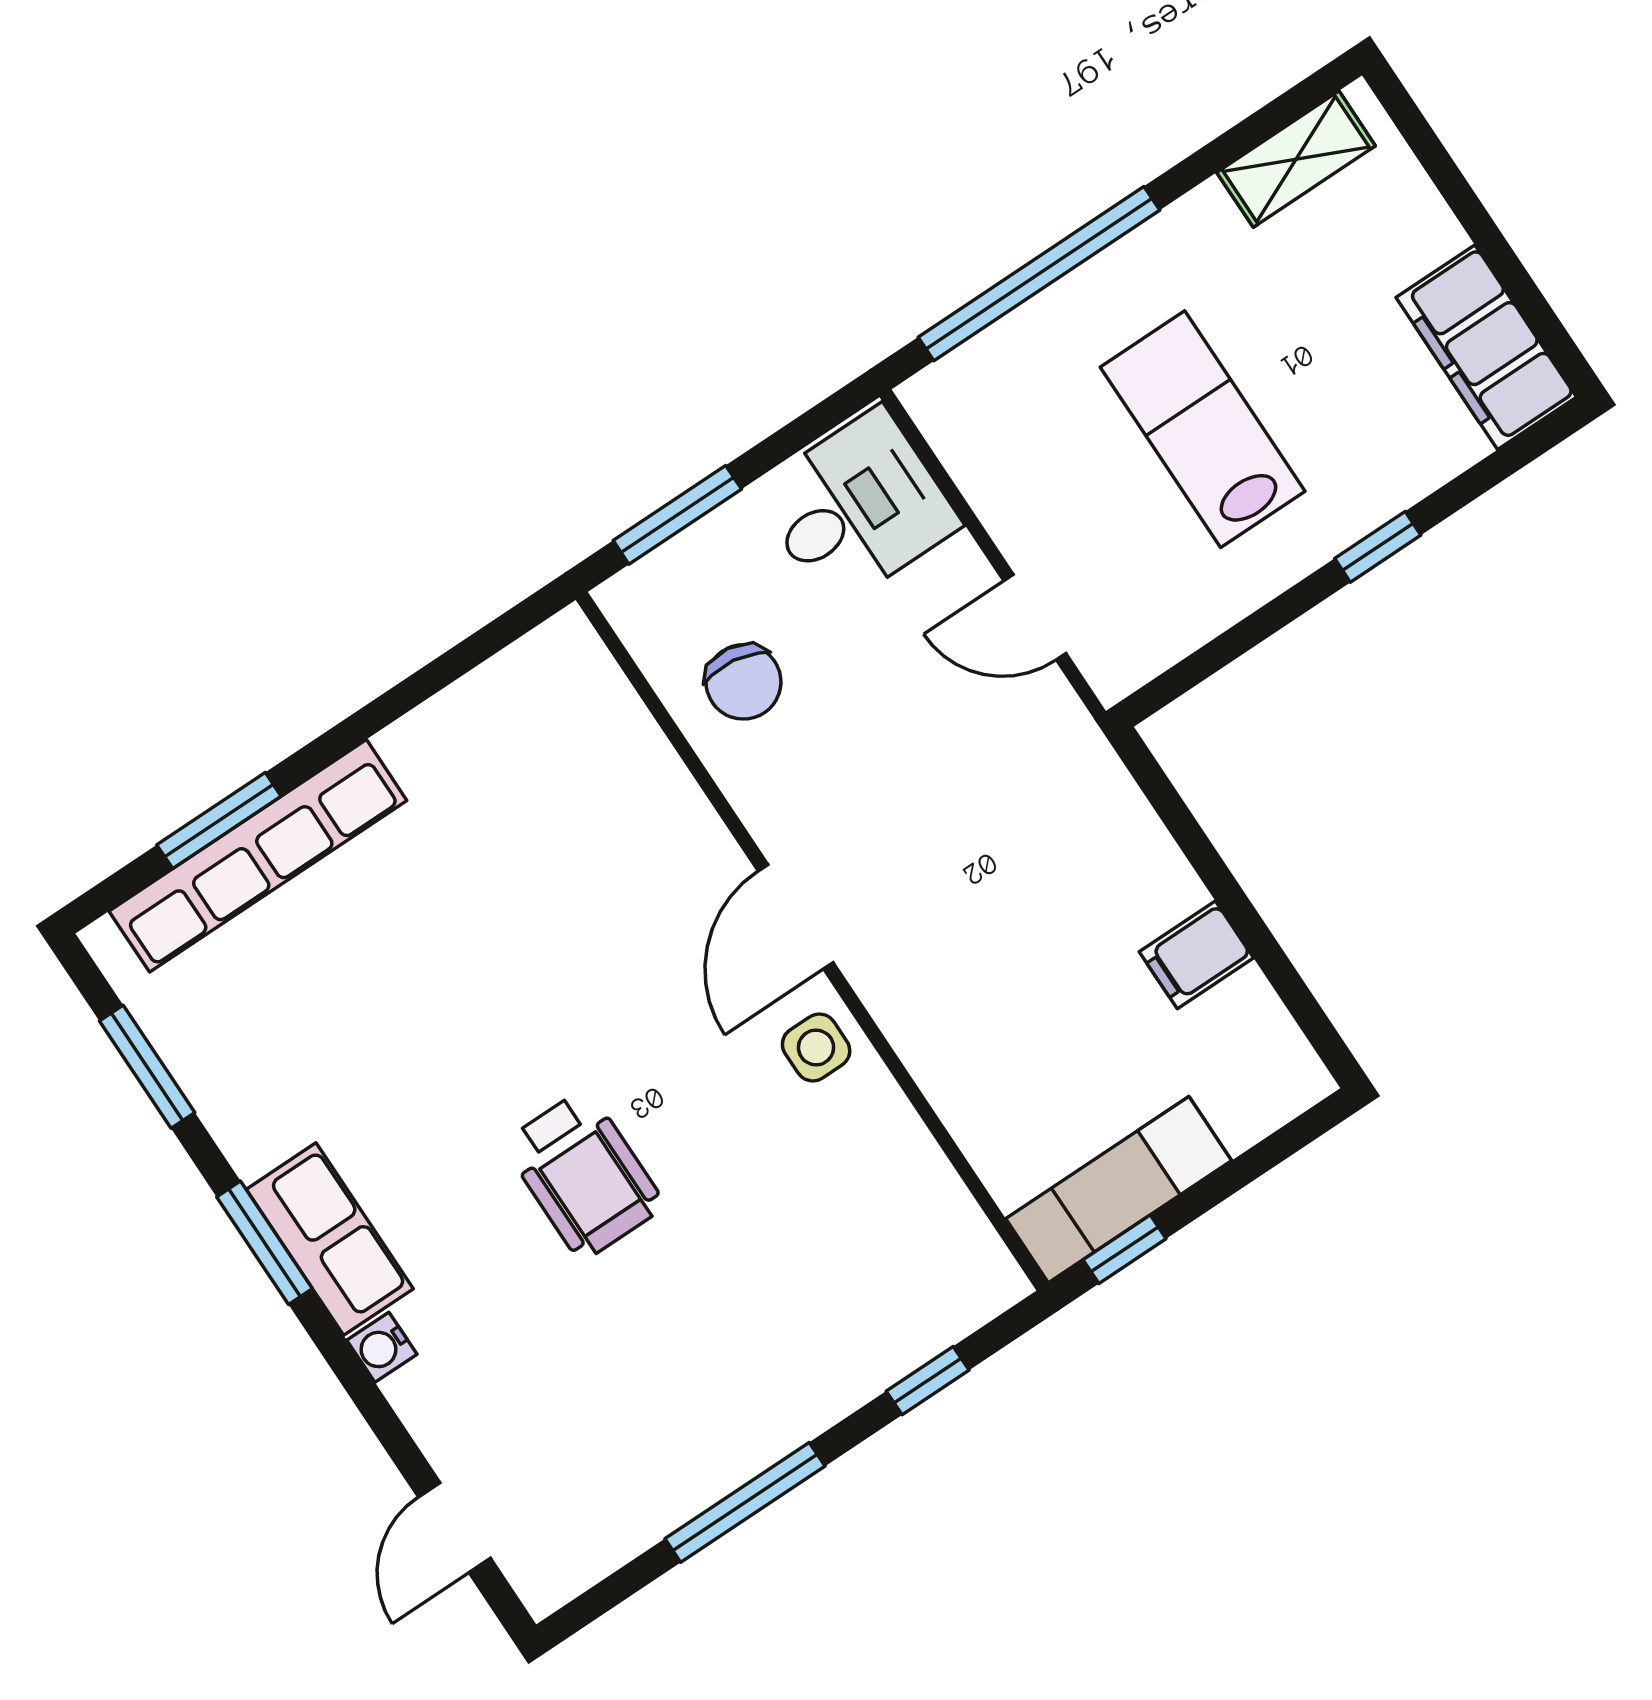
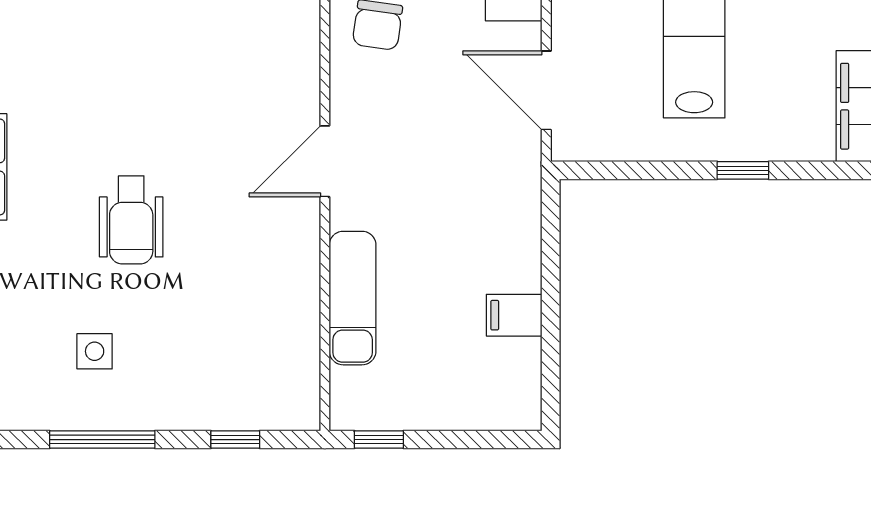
door: (1035, 617) -> (546, 90), width x1.38
side table: (816, 1047) -> (95, 351), moved
exam couch: (1119, 1190) -> (353, 298), moved, turned 90

